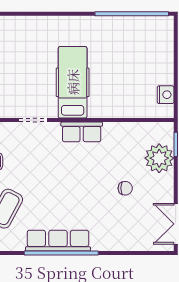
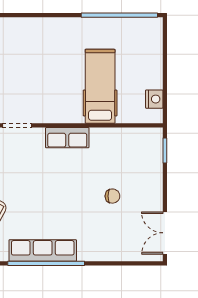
hospital bed: (73, 82) -> (100, 86), moved
plant: (159, 158) -> (148, 165), removed

